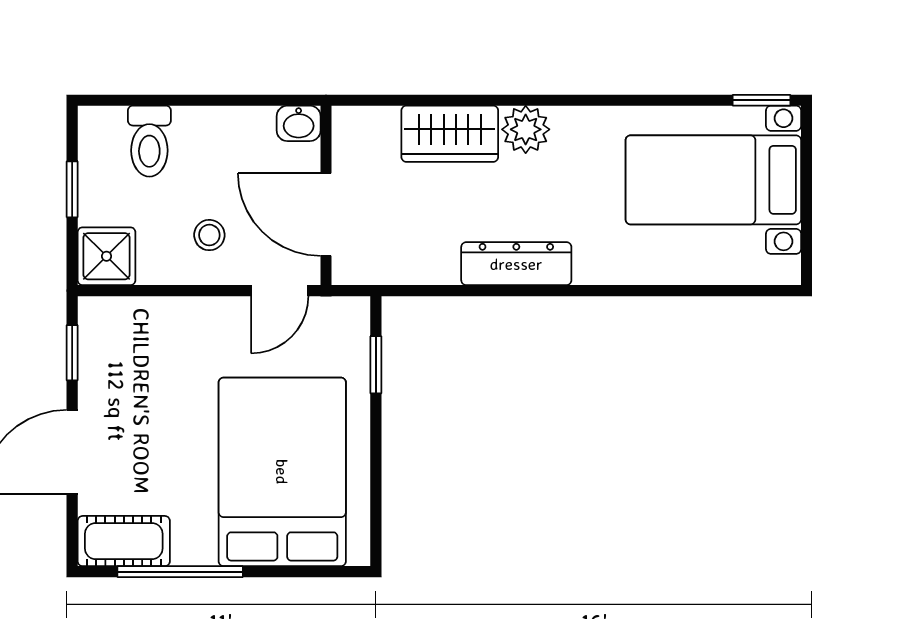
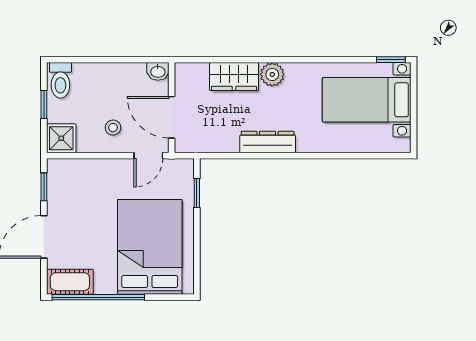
toilet: (149, 141) -> (60, 80), moved
window: (180, 572) -> (98, 297), width x1.46

